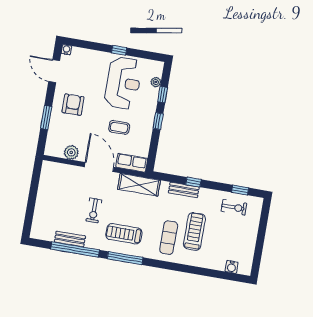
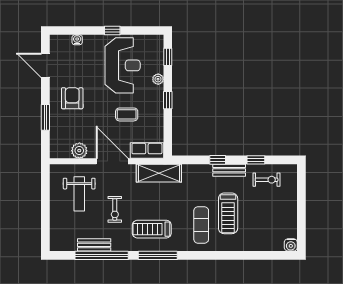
water cooler: (66, 50) -> (77, 40), moved
plant: (156, 82) -> (158, 79), moved
window: (163, 95) -> (168, 57), moved
bench: (184, 190) -> (229, 170), moved
window: (240, 190) -> (256, 160), moved
weight bench: (65, 191) -> (79, 194), added
treadmill: (194, 231) -> (228, 213), turned 180
water cooler: (232, 267) -> (291, 245), moved

